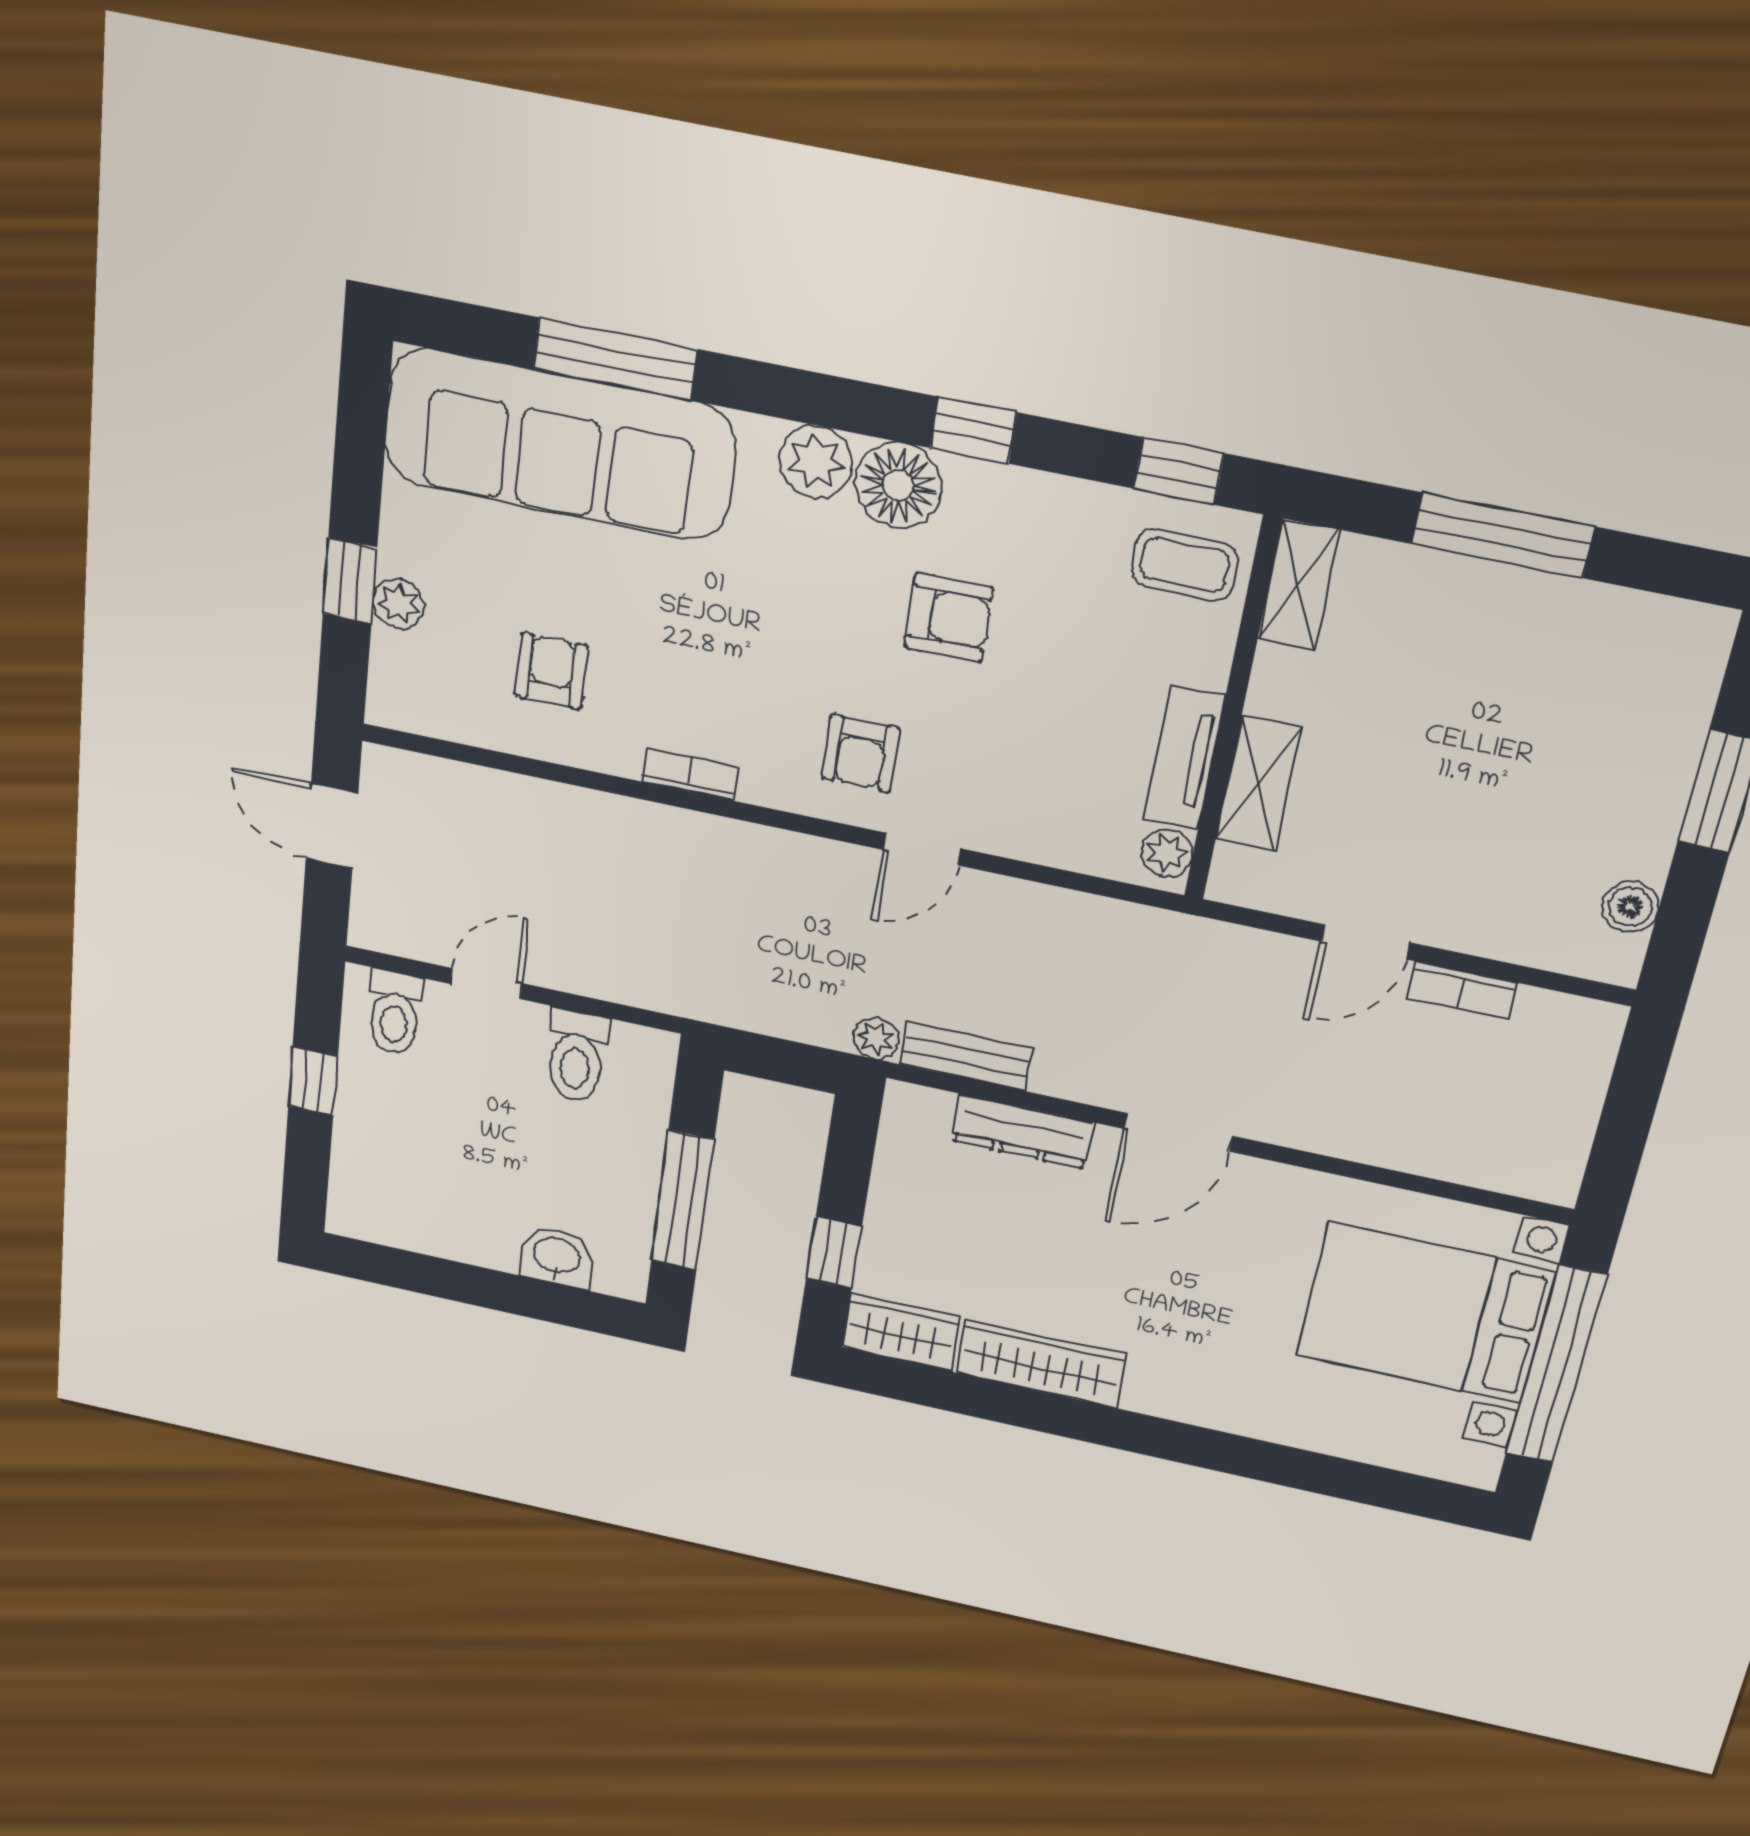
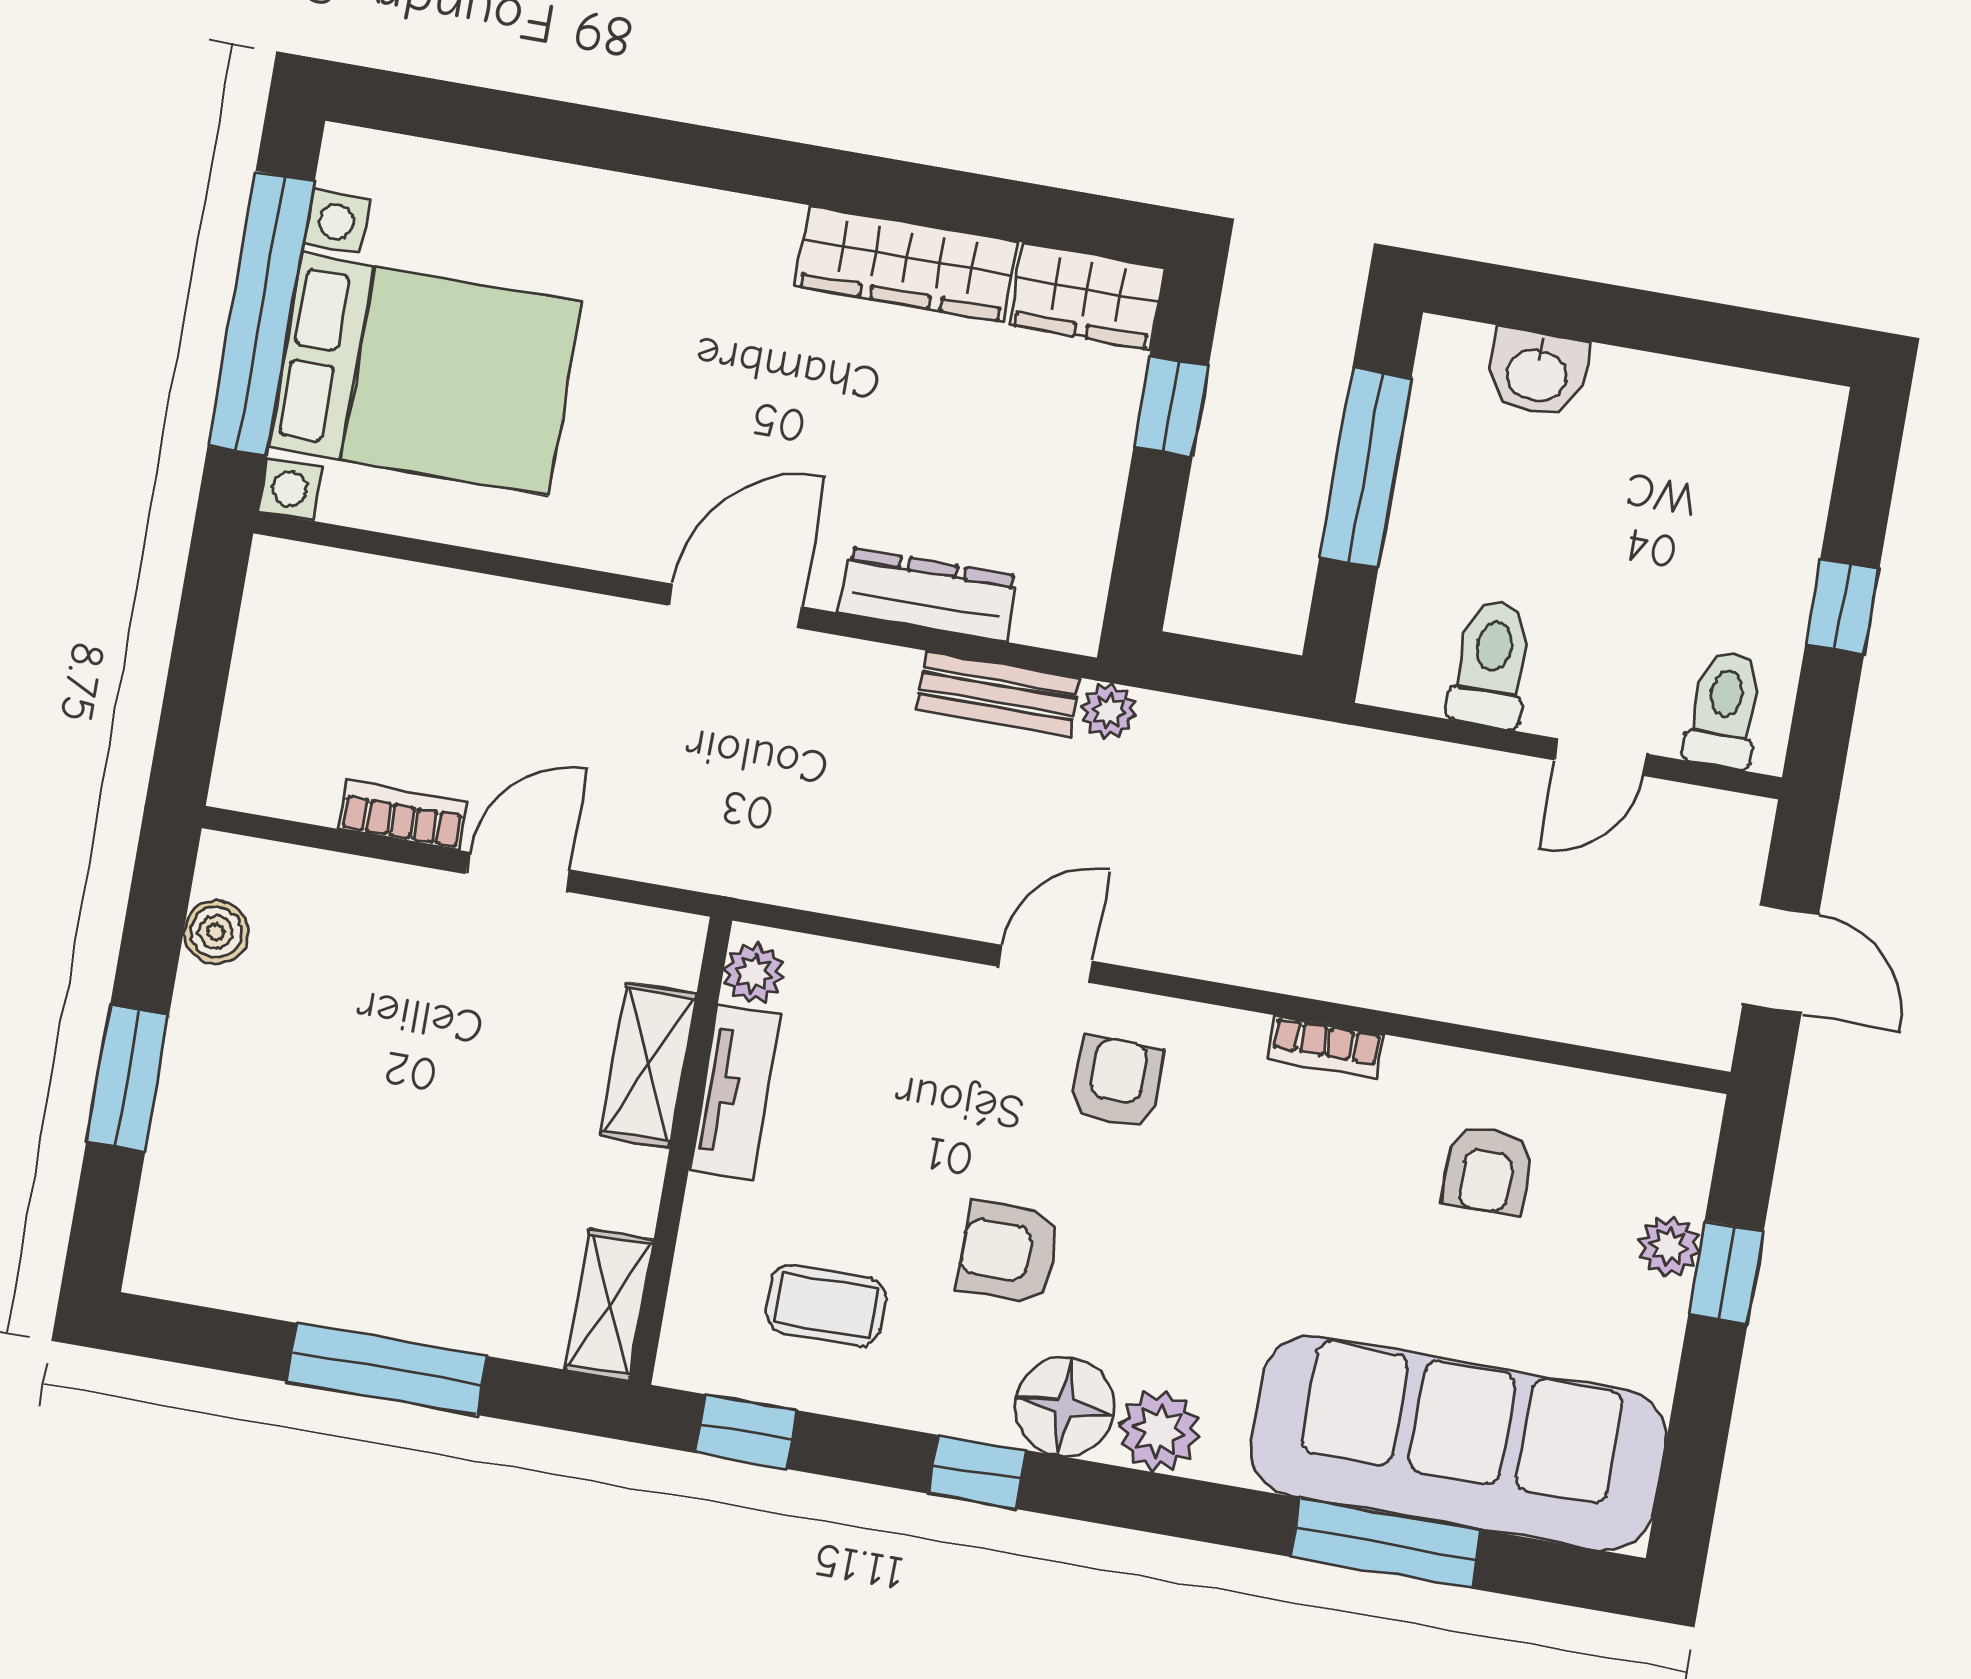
coffee table: (1185, 565) -> (826, 1305), moved

